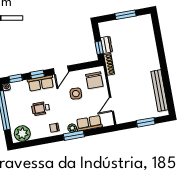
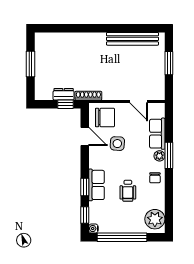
door: (61, 70) -> (85, 136), moved

